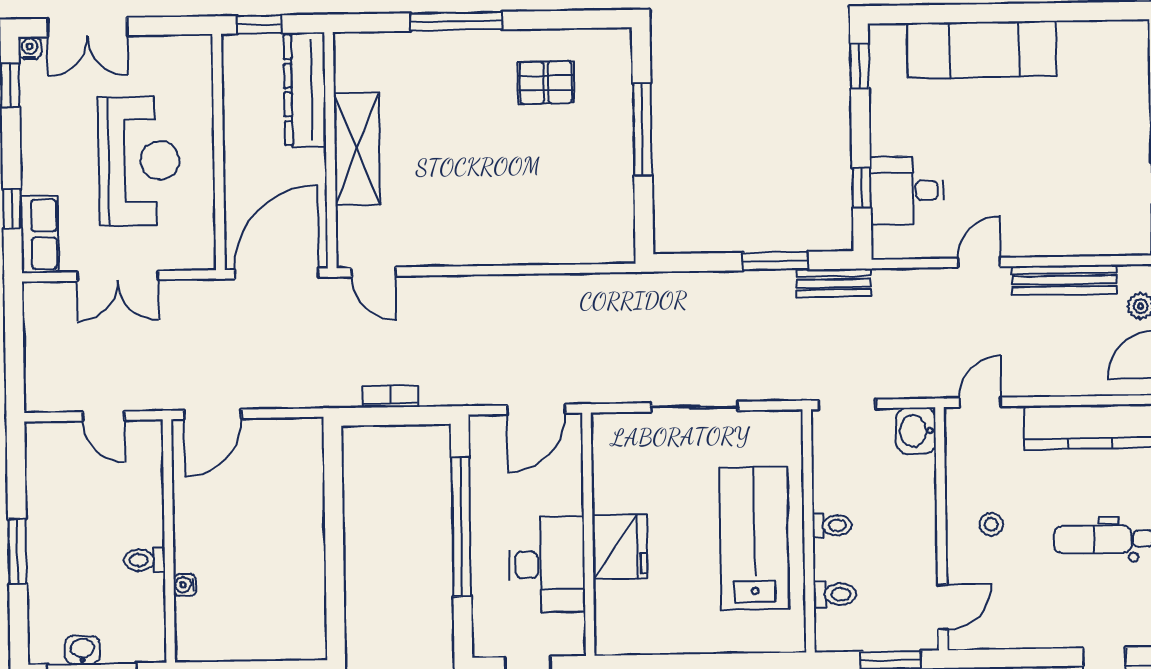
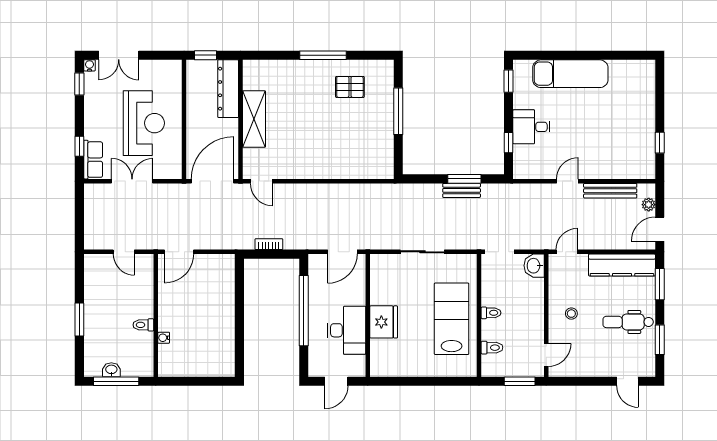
window: (456, 21) -> (323, 55), moved
desk: (907, 190) -> (531, 127), moved
double door: (117, 276) -> (132, 181), swing flipped
bench: (834, 283) -> (462, 190), moved

